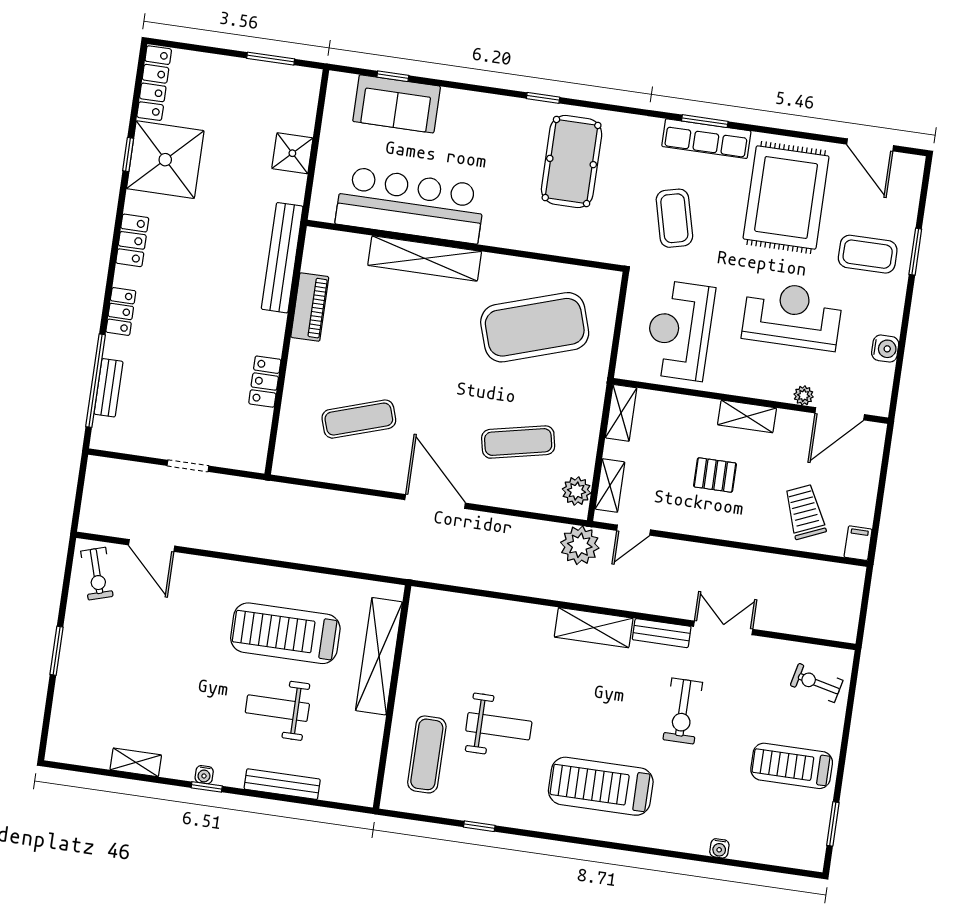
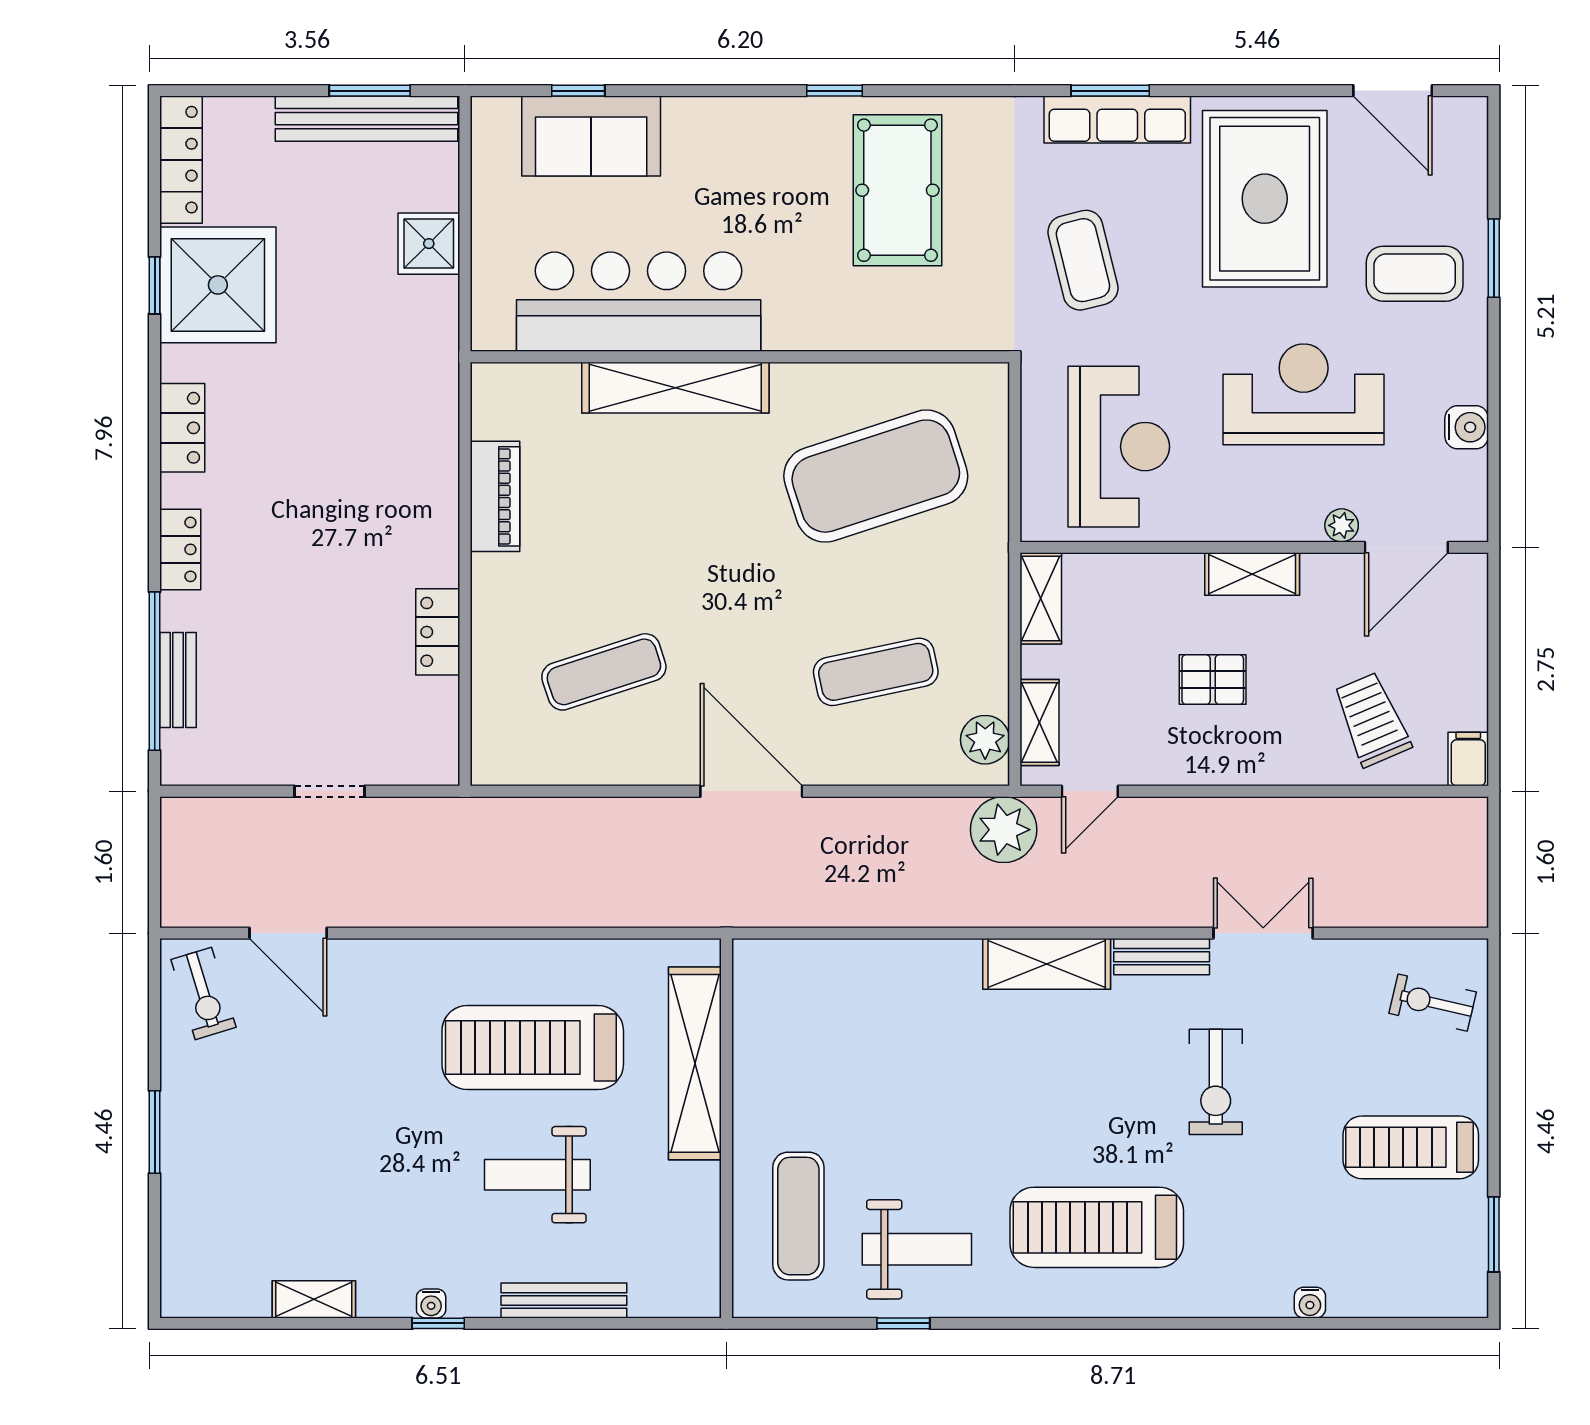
bench: (282, 258) -> (367, 119), moved, turned 90
reception desk: (680, 330) -> (1119, 447), turned 180
weight bench: (499, 726) -> (917, 1249), moved

